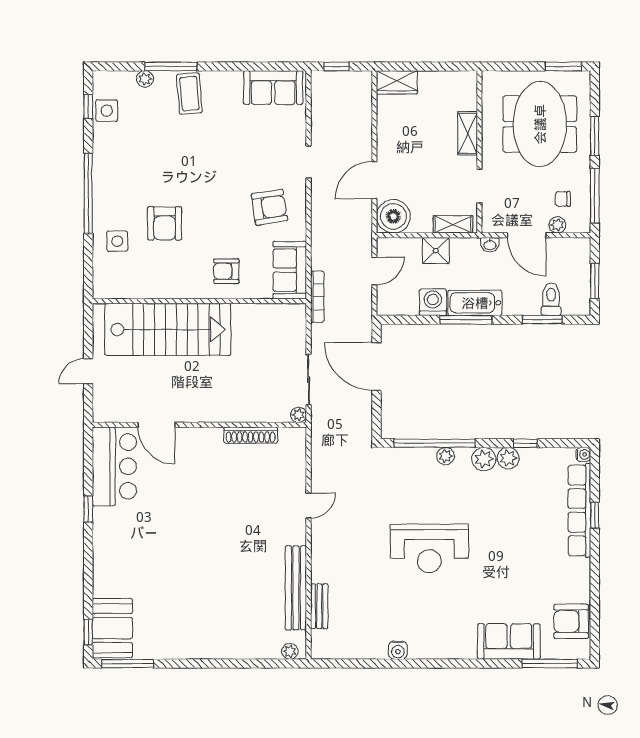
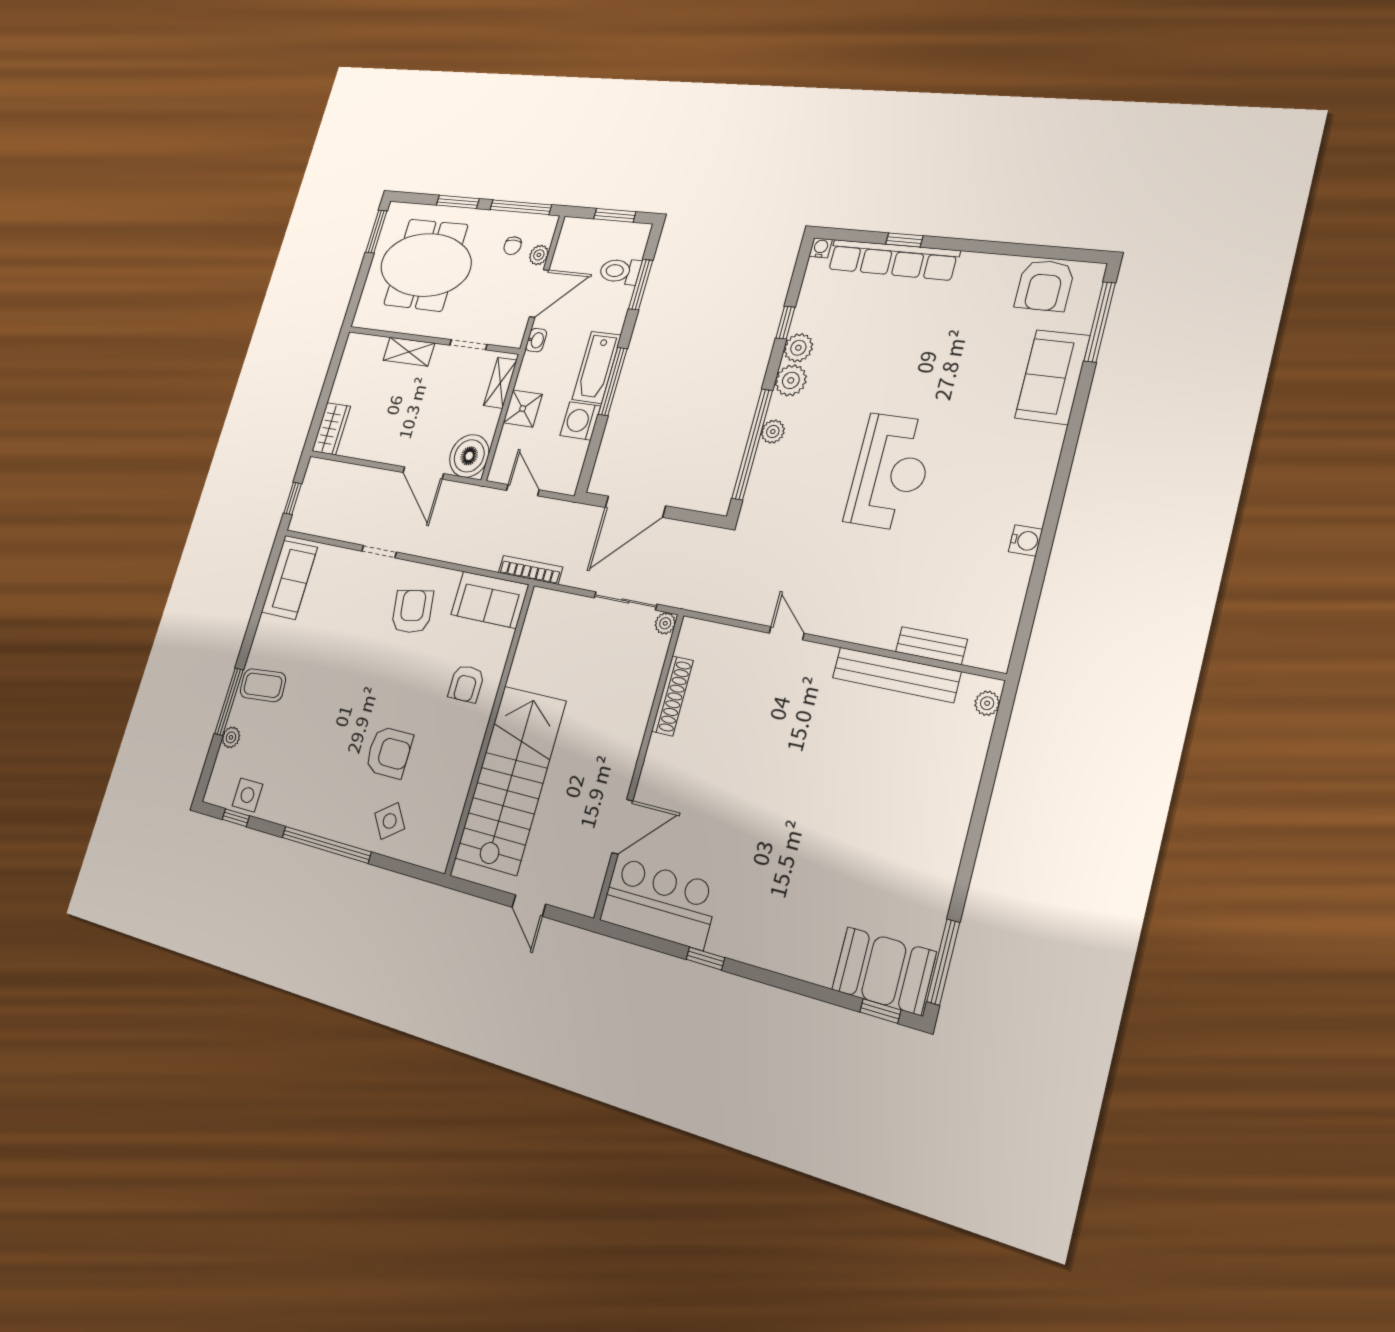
side table: (117, 241) -> (390, 821), turned -35

